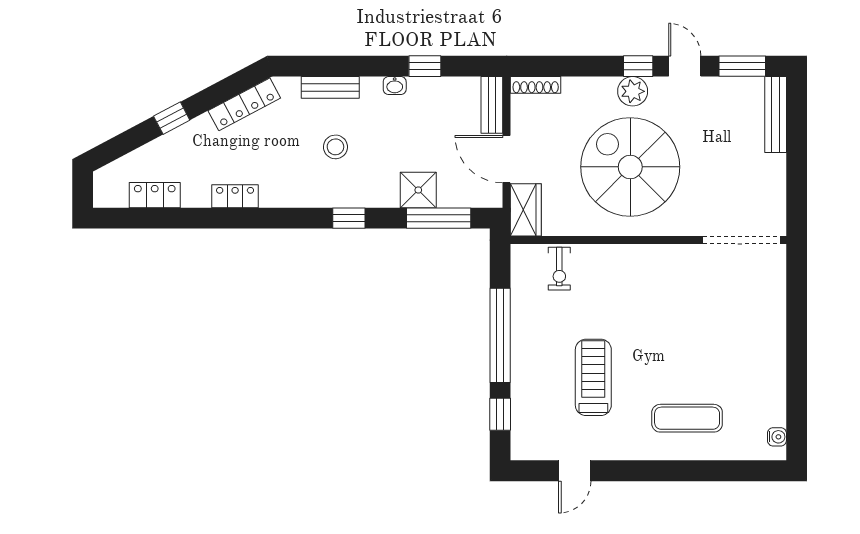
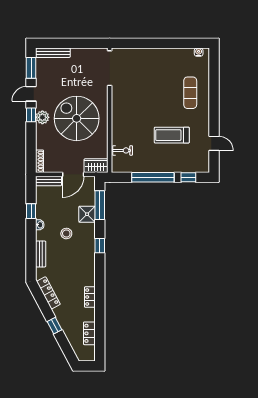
stool: (335, 147) -> (66, 234), moved
spiral stairs: (630, 167) -> (77, 118), turned 90

